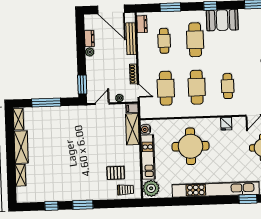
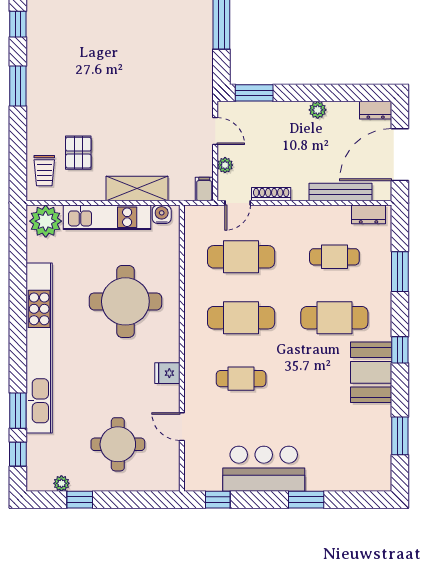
dresser: (89, 39) -> (376, 110), moved
shelving: (132, 129) -> (137, 188), moved

